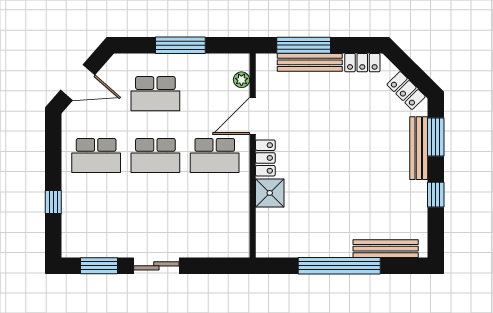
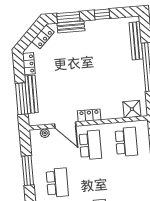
bench: (419, 148) -> (71, 27), width x0.73
school desk: (155, 156) -> (126, 142), moved
shower: (270, 193) -> (132, 109), moved

